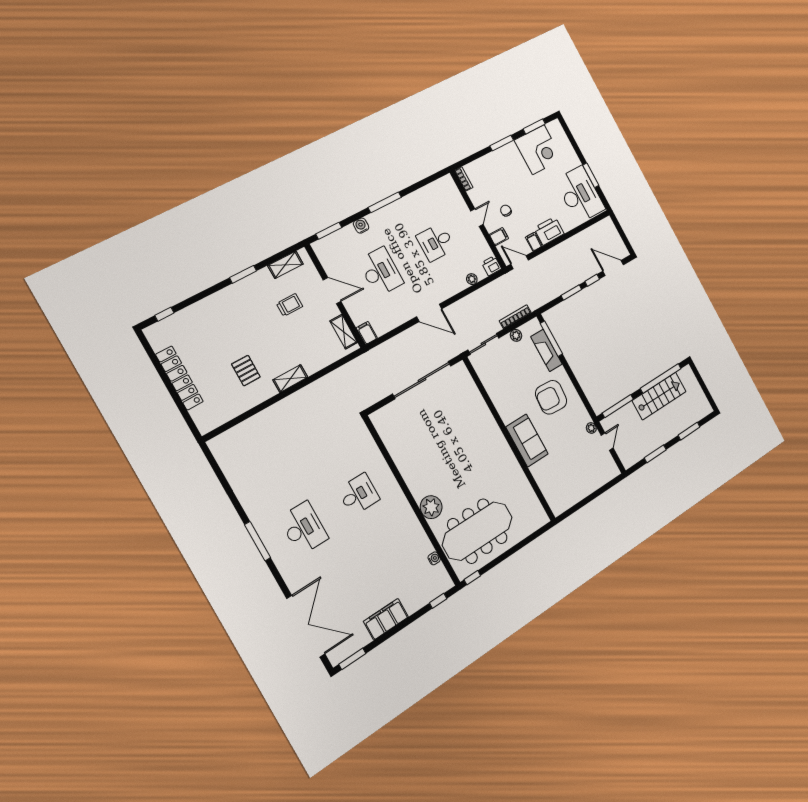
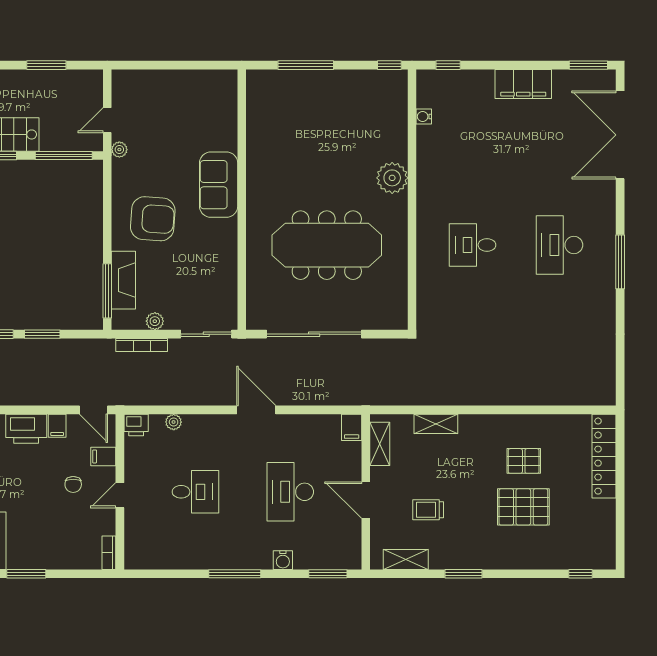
pallet: (229, 340) -> (523, 507), added
pallet: (246, 371) -> (524, 461), turned 90
locker: (179, 378) -> (604, 456), moved
shelving: (290, 379) -> (436, 424), moved
meeting table: (477, 531) -> (327, 245), moved
window: (520, 546) -> (306, 65), added

